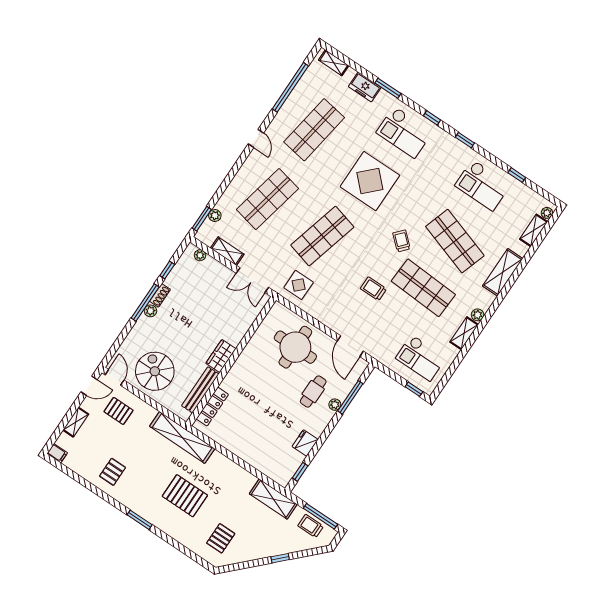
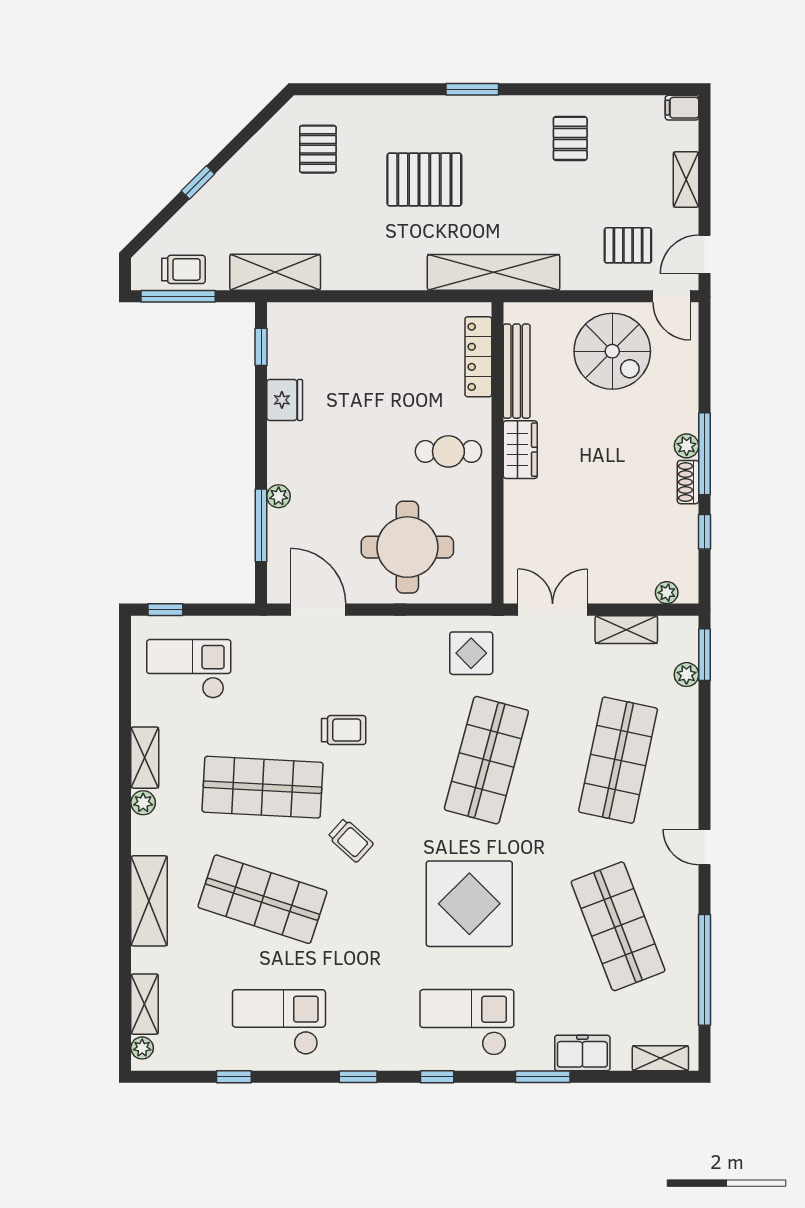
shop shelf: (314, 130) -> (618, 926), turned -30
cafe table: (313, 392) -> (448, 451), moved, turned 90

